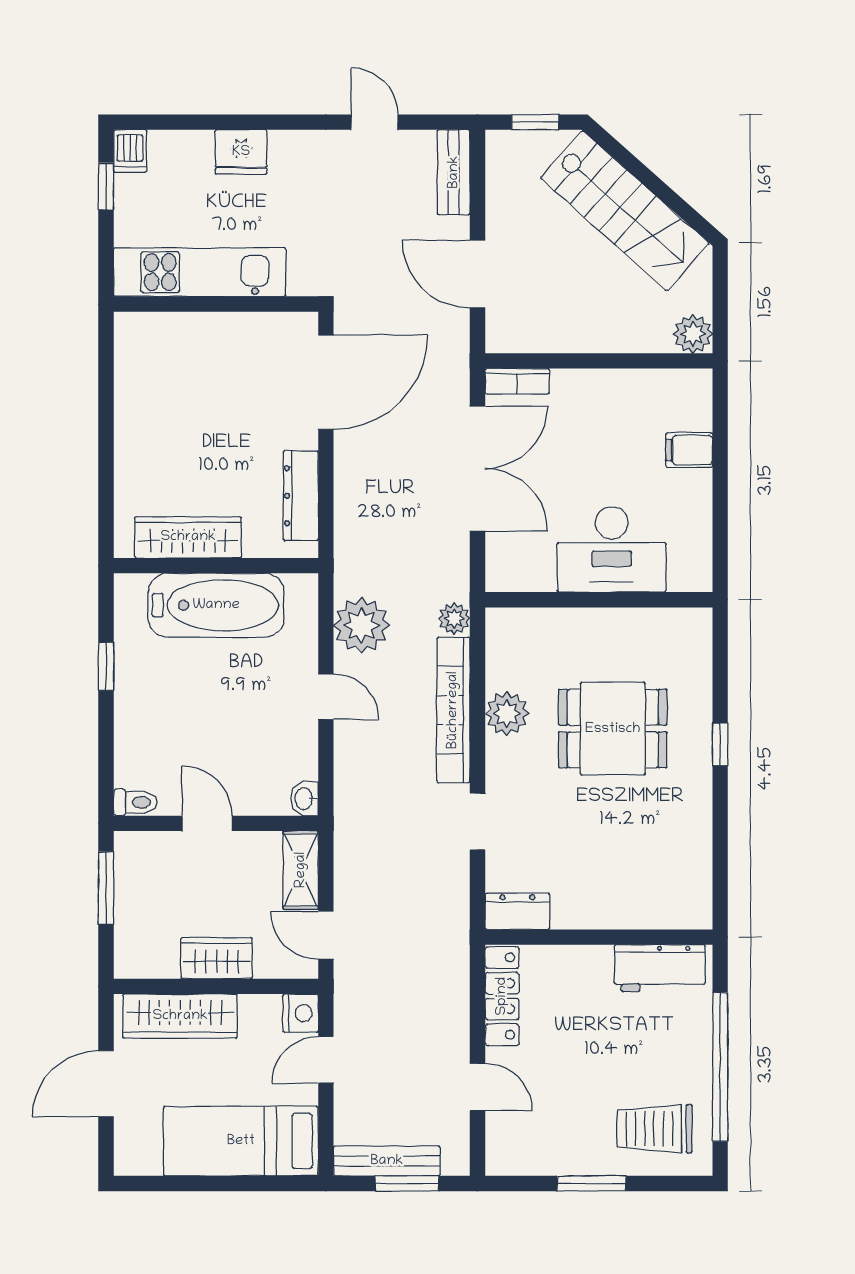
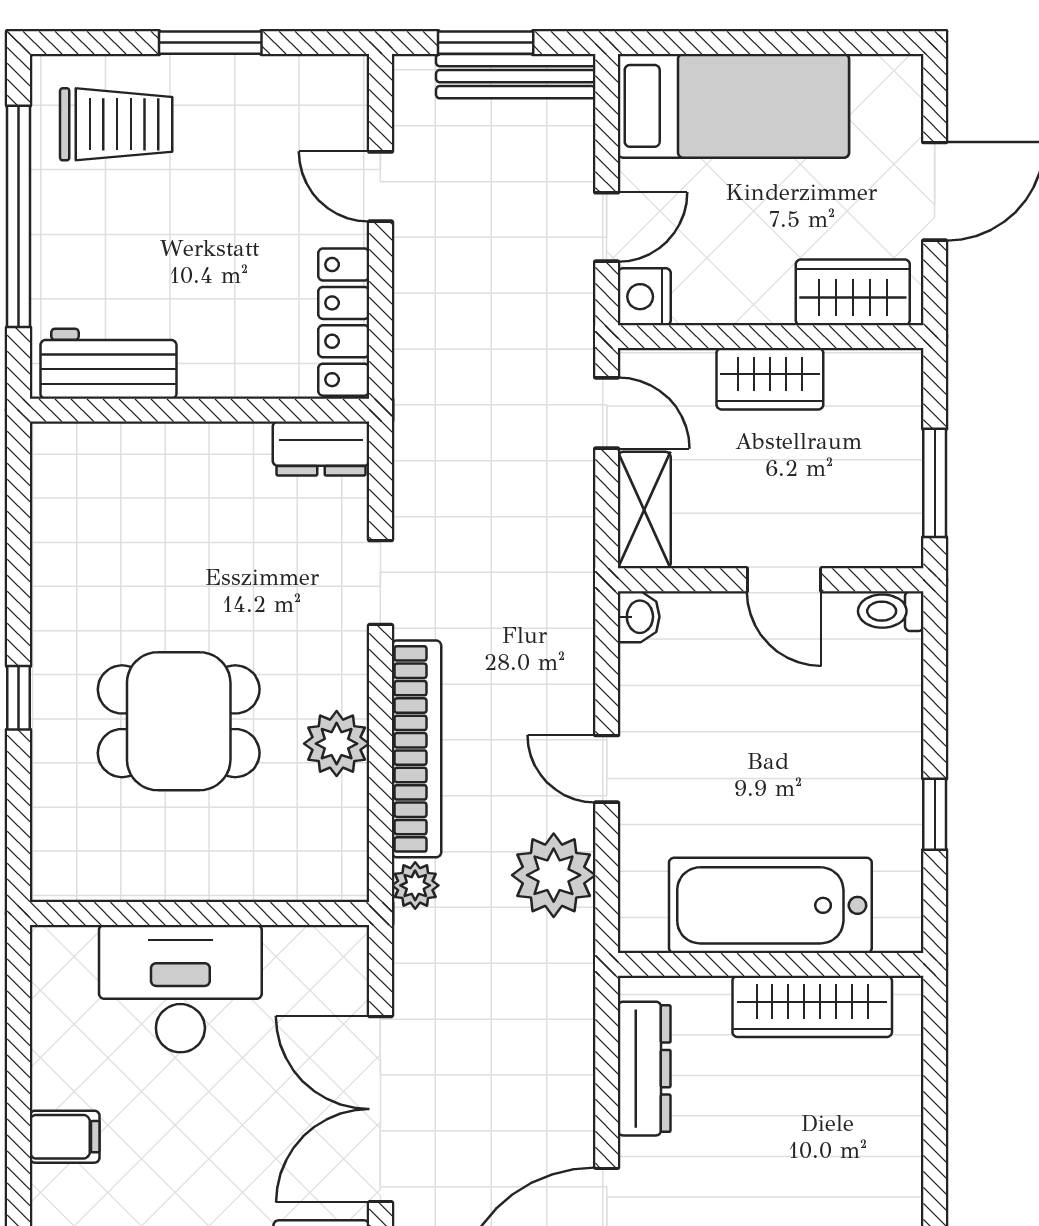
wardrobe: (180, 1016) -> (853, 292), width x0.67

